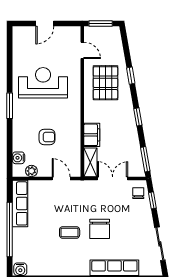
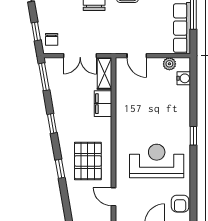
reception desk: (43, 83) -> (157, 161), turned 180
window: (10, 106) -> (193, 136), width x0.67
armchair: (47, 137) -> (180, 204), moved, turned -90

